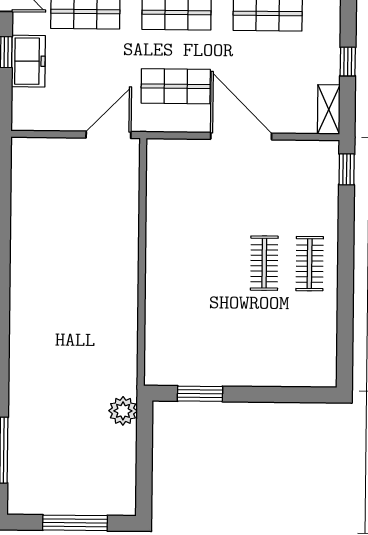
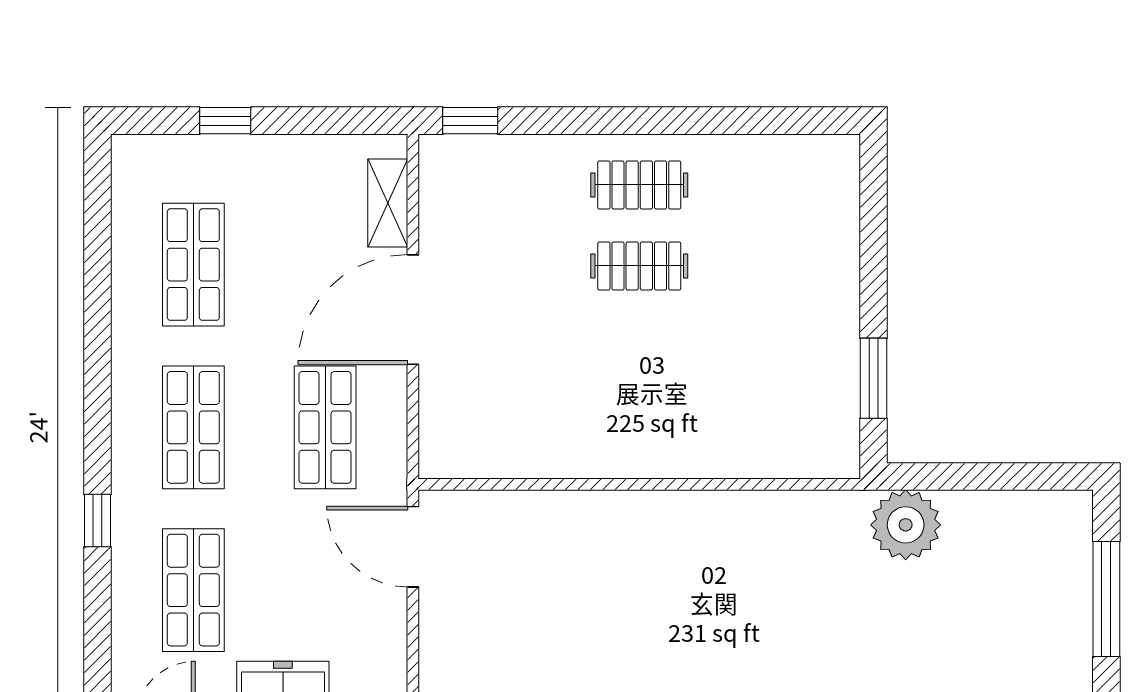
window: (348, 62) -> (225, 121), moved
shelving: (329, 109) -> (388, 203), moved, turned 90
plant: (123, 411) -> (906, 525), width x1.36, depth x1.36

